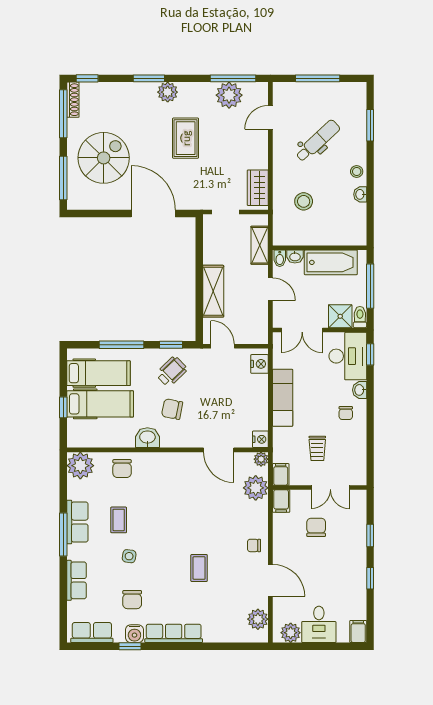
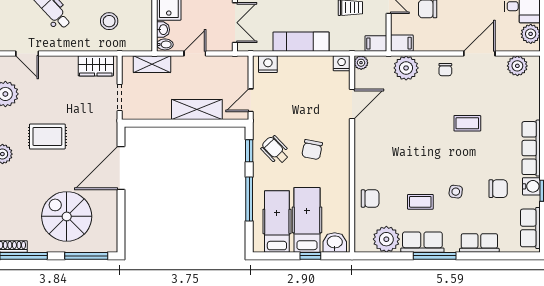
washbasin: (147, 438) -> (335, 243), moved, turned 90
plant: (80, 466) -> (386, 239), moved
plant: (256, 488) -> (406, 68), moved

